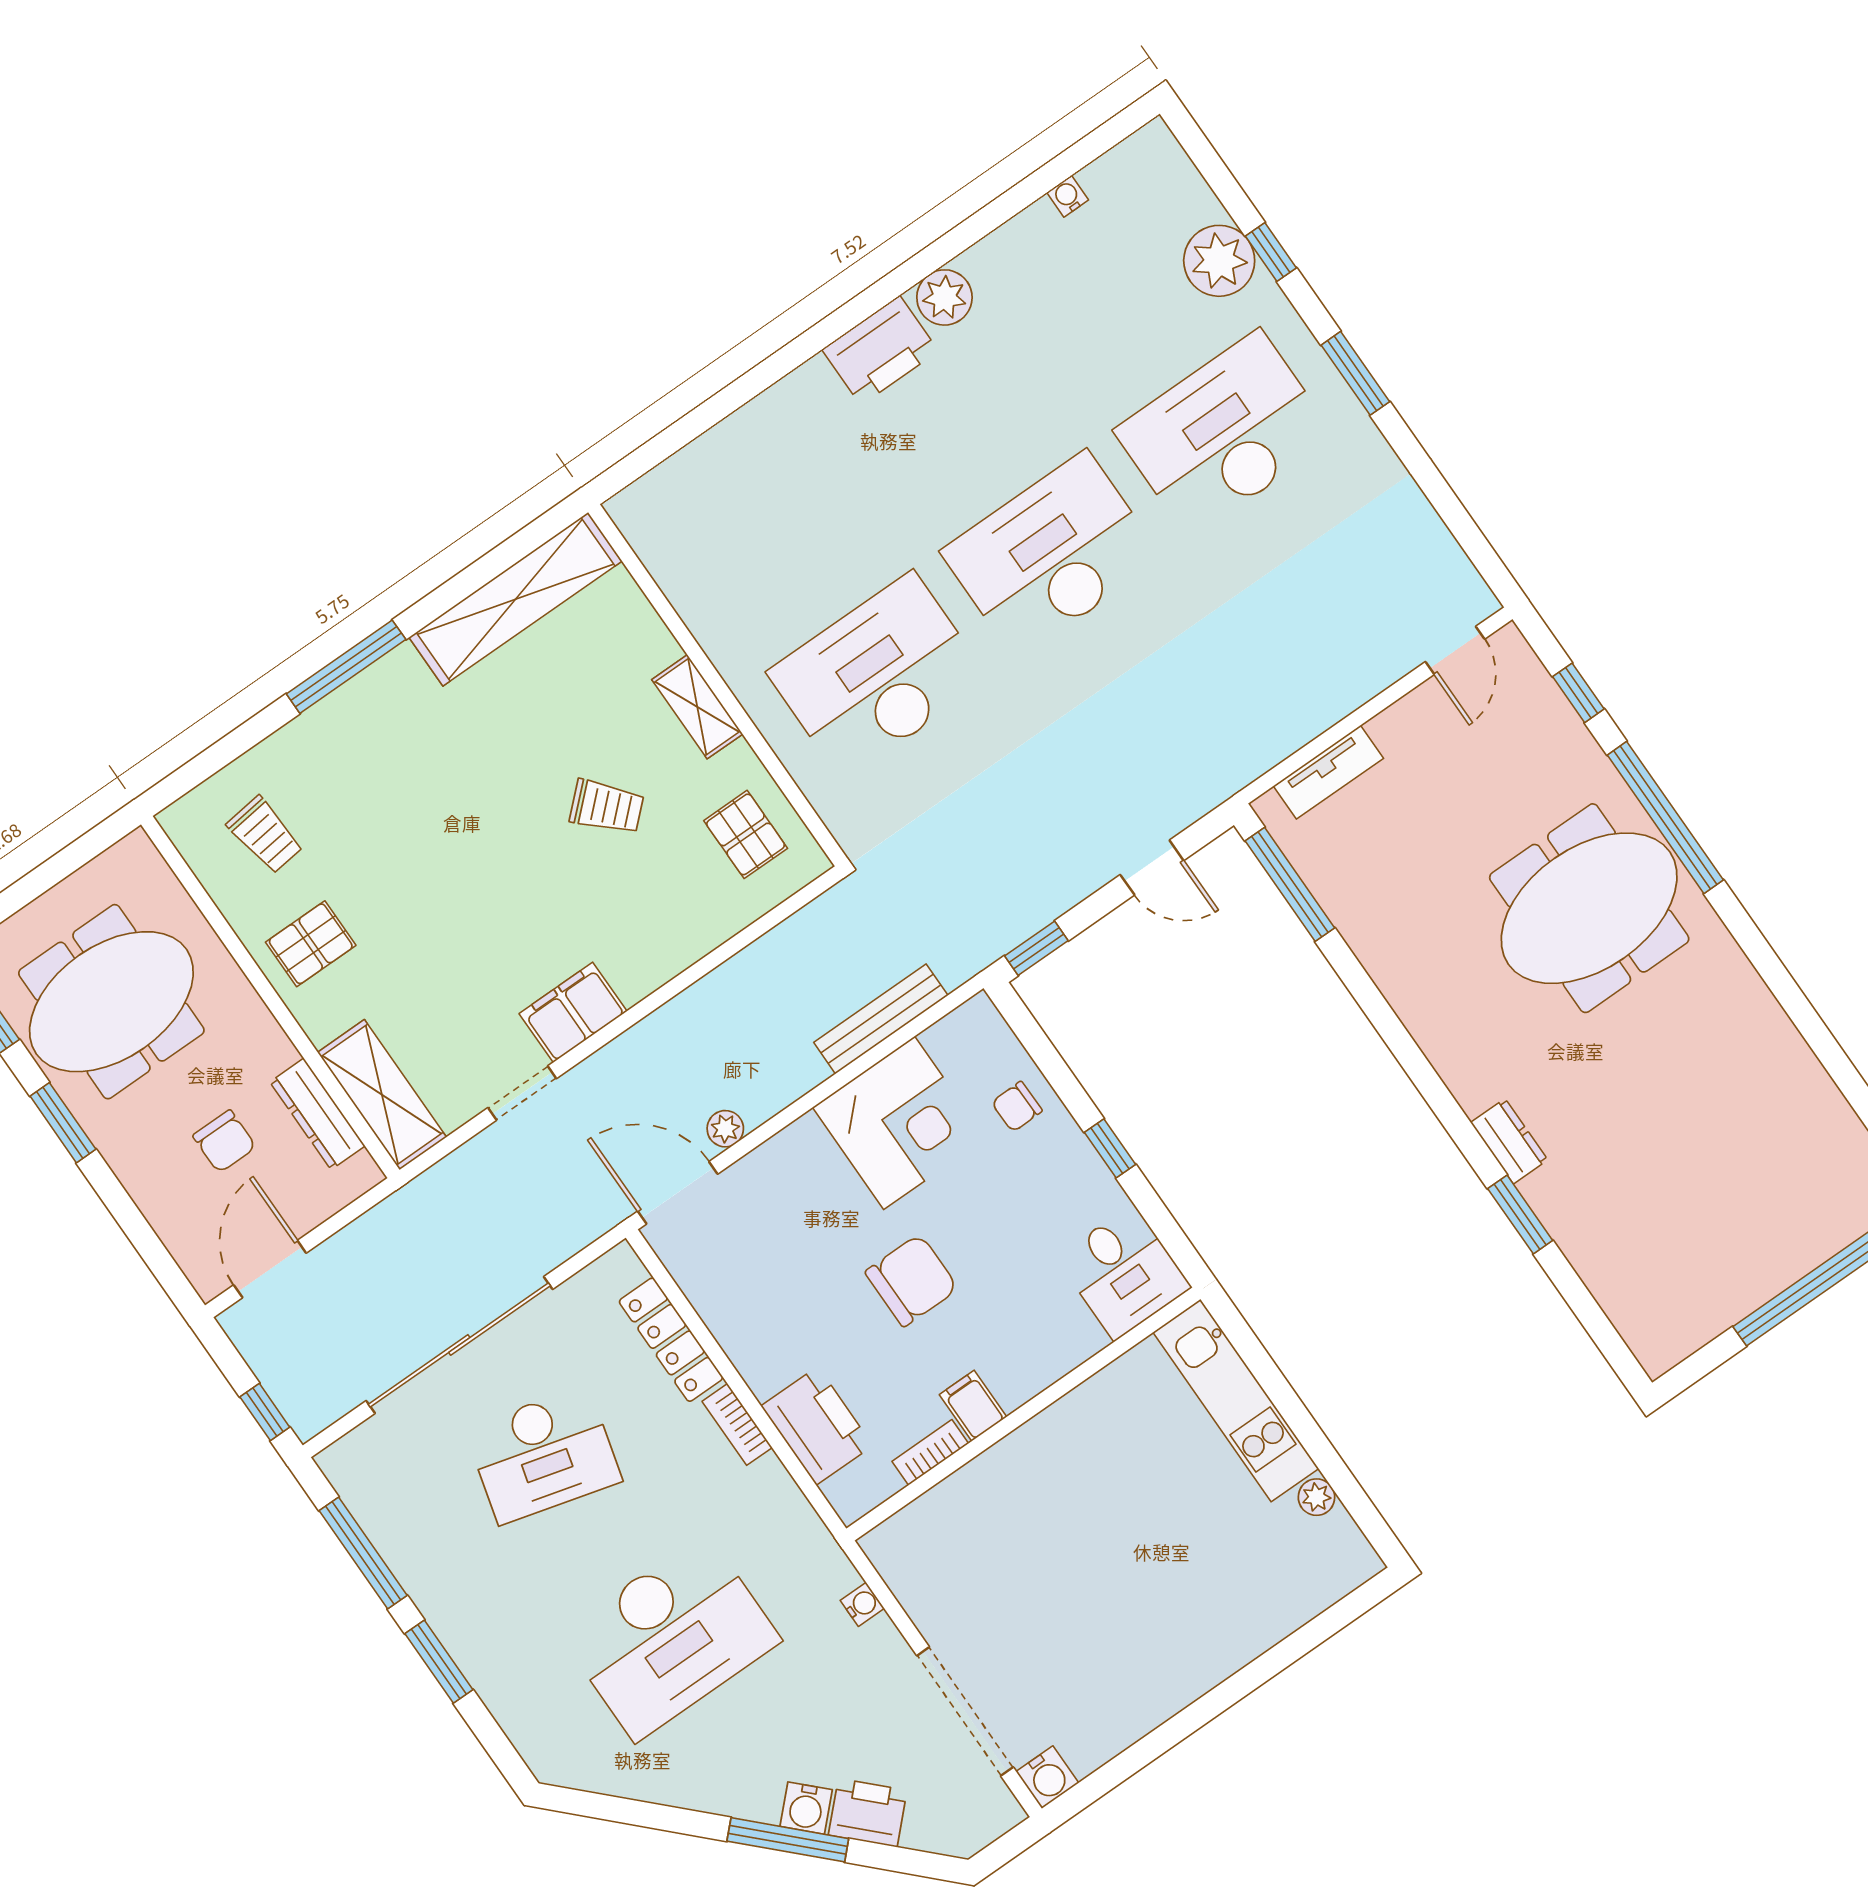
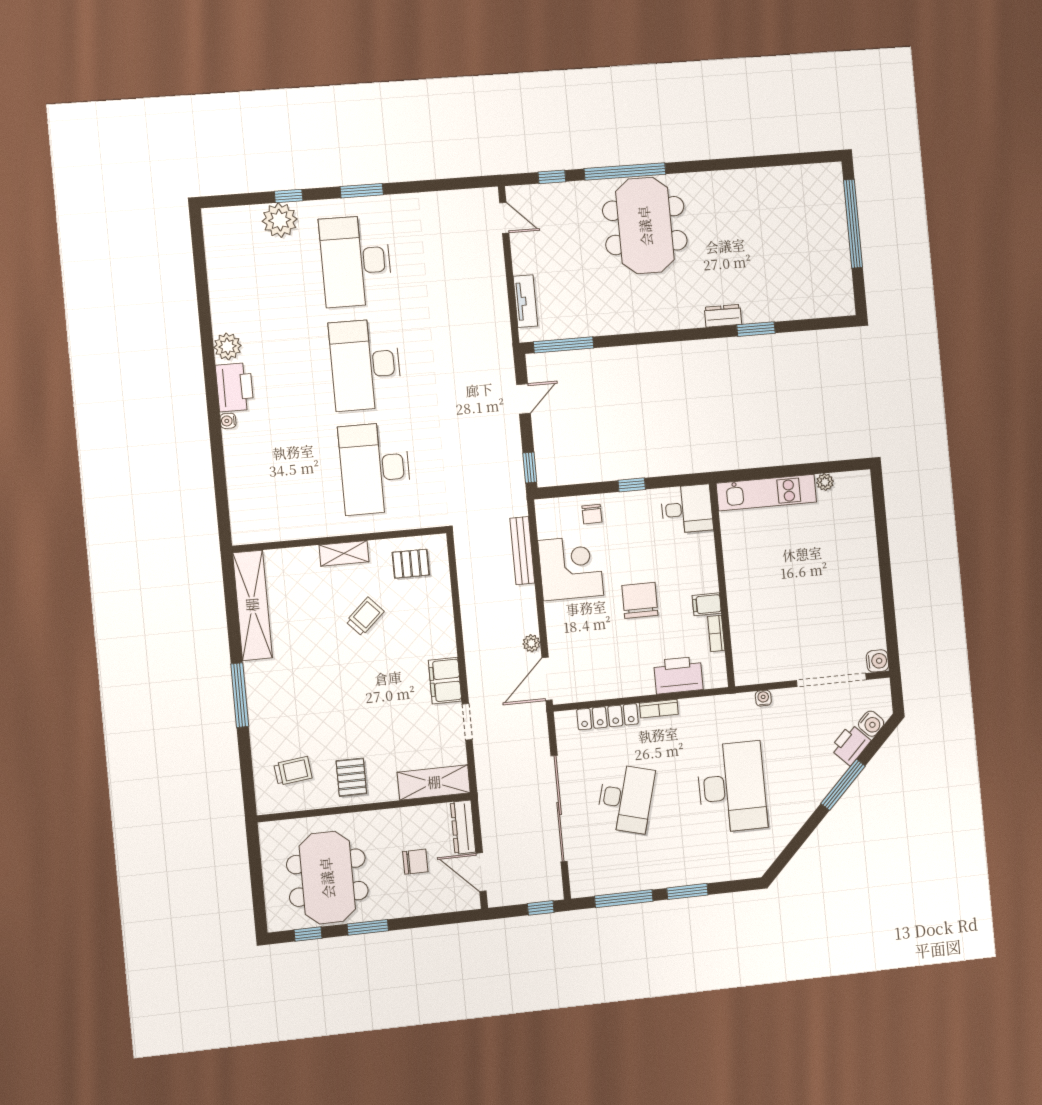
water cooler: (1068, 196) -> (228, 421), moved
dresser: (317, 1114) -> (463, 827), moved, turned 90
water cooler: (806, 1808) -> (871, 724), moved

